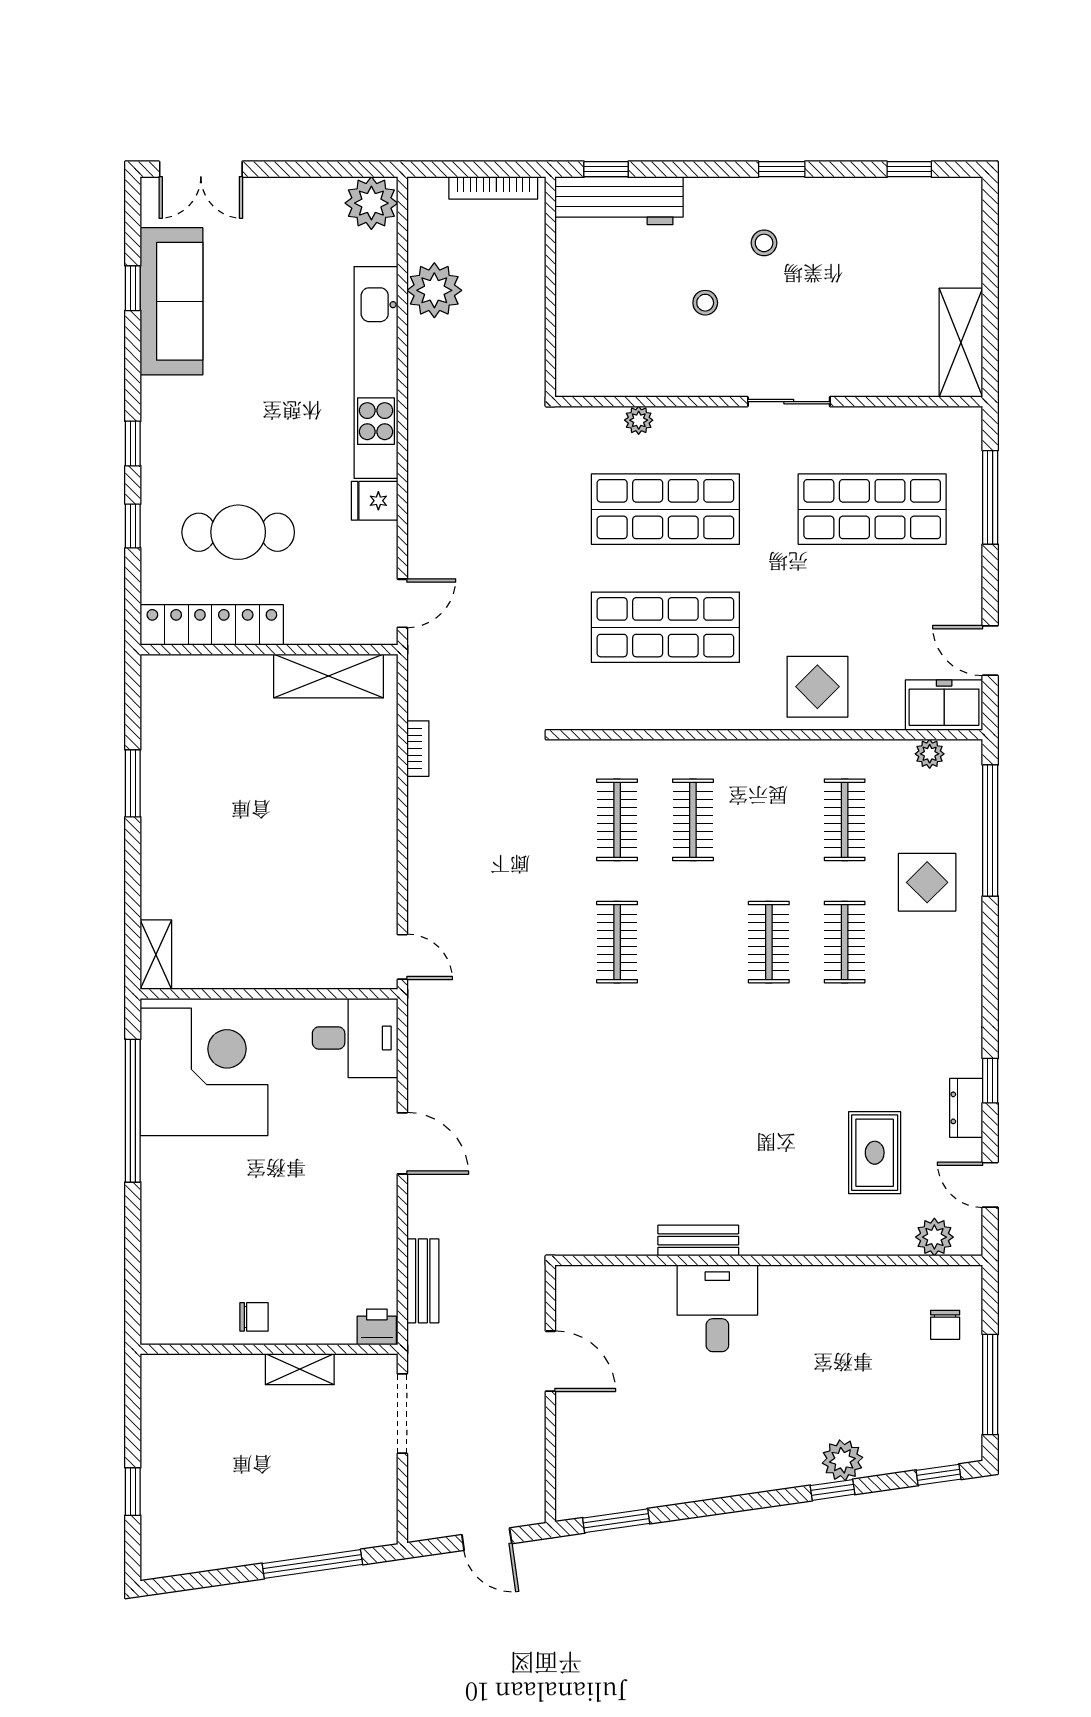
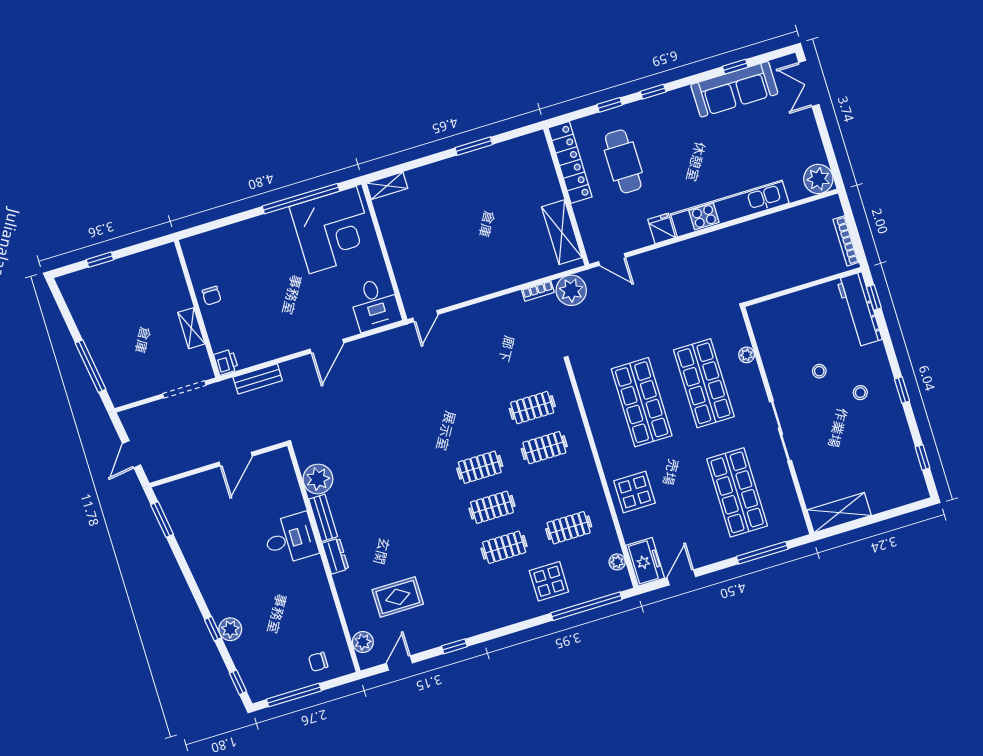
plant: (434, 290) -> (571, 290), moved
sliding door: (789, 402) -> (780, 431), width x1.37
clothes rail: (617, 942) -> (480, 467), moved
dresser: (966, 1108) -> (335, 556), moved, turned 90
plant: (628, 1229) -> (318, 479), added

